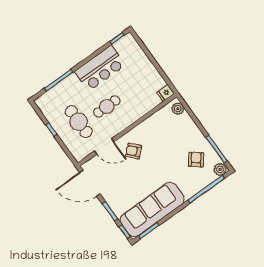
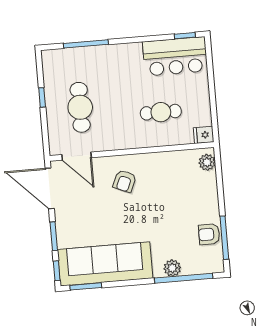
bar counter: (100, 68) -> (175, 56), moved
cafe table: (107, 107) -> (161, 112), moved
door: (104, 146) -> (77, 156), moved
armchair: (134, 151) -> (125, 181), turned -114
armchair: (196, 160) -> (209, 234), moved, turned -128
plant: (220, 169) -> (172, 268), moved

